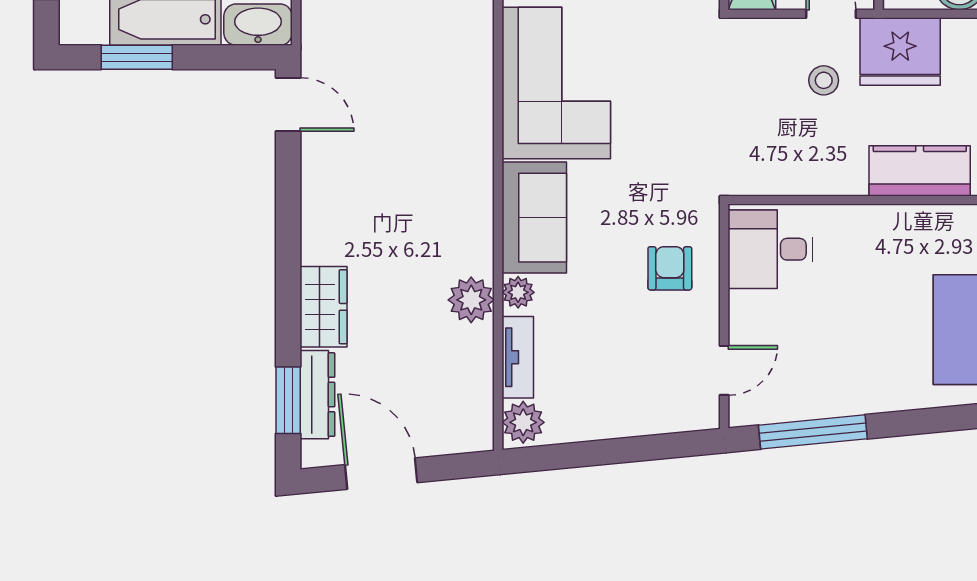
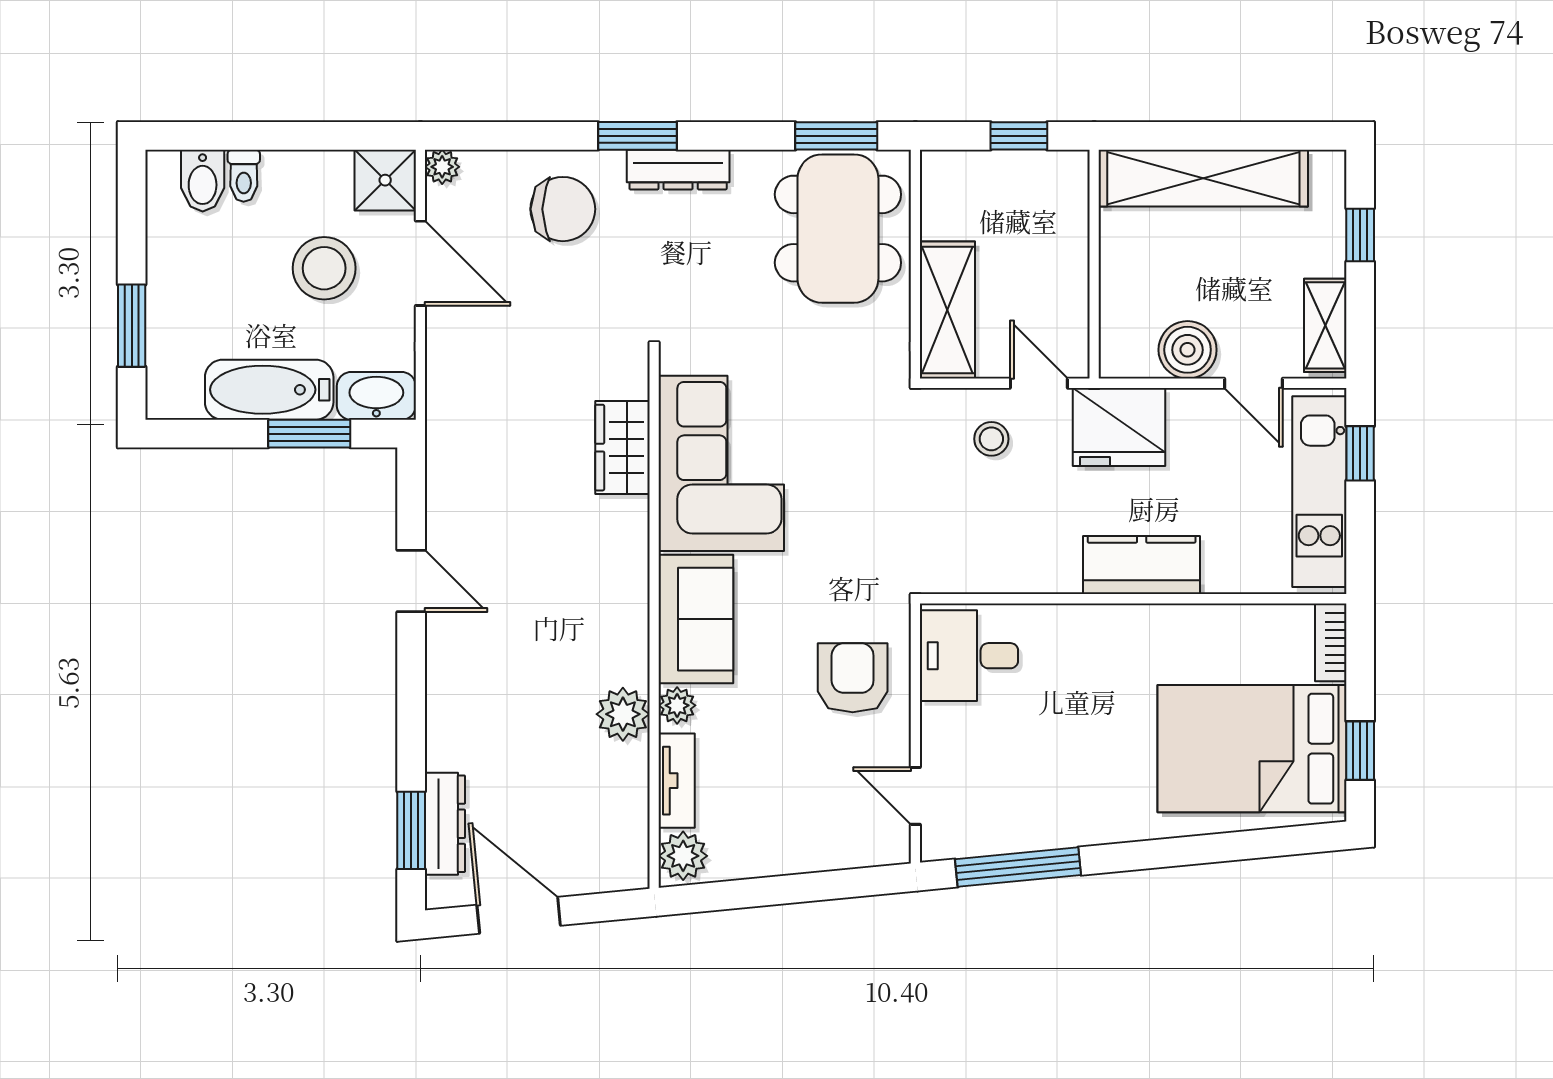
window: (137, 57) -> (309, 434), moved
stool: (824, 80) -> (991, 439), moved
door: (288, 104) -> (411, 581), moved
armchair: (670, 268) -> (853, 678), width x1.38, depth x1.38
wardrobe: (323, 307) -> (622, 448), moved, turned 180
door: (724, 370) -> (915, 796), swing flipped

